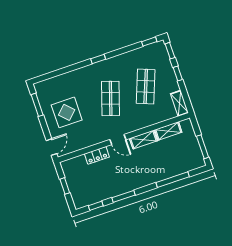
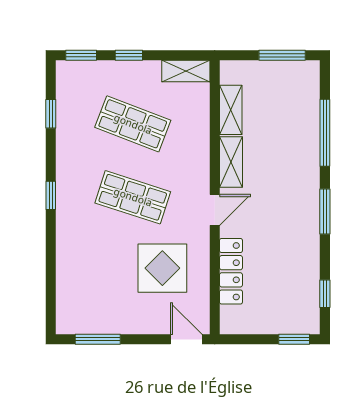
window: (149, 42) -> (51, 114), moved
display table: (67, 112) -> (162, 268), moved
locker: (97, 155) -> (231, 271), width x1.53
window: (65, 186) -> (294, 339), moved
window: (124, 196) -> (325, 211), moved

